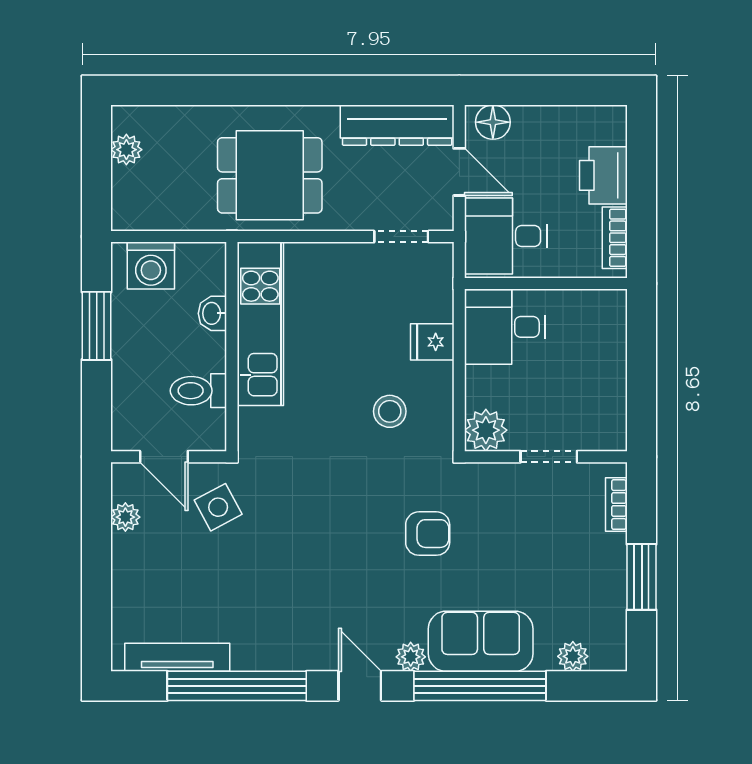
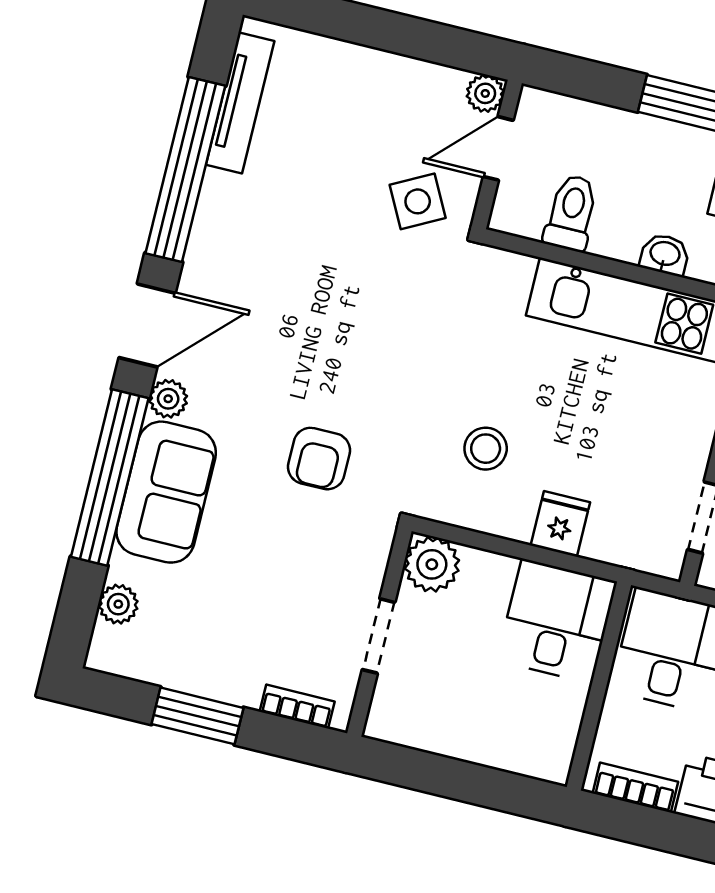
plant: (125, 517) -> (485, 93), moved
door: (360, 686) -> (147, 325), width x1.38

